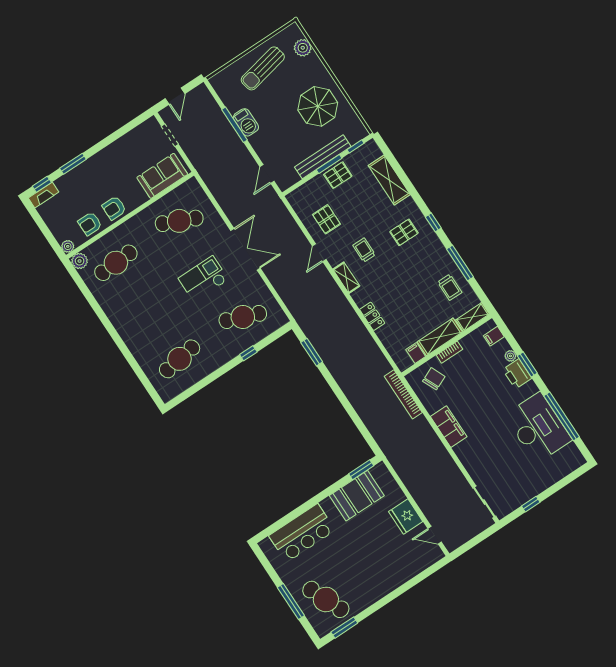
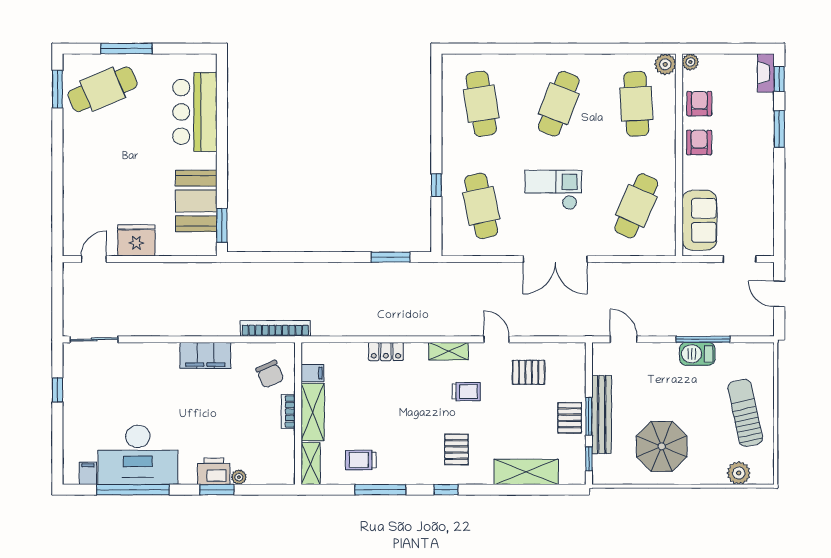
checkout: (203, 279) -> (553, 190), turned -90
cafe table: (148, 311) -> (559, 104), added
cafe table: (243, 317) -> (481, 206), turned -33
filing cabinet: (494, 336) -> (88, 473), moved

